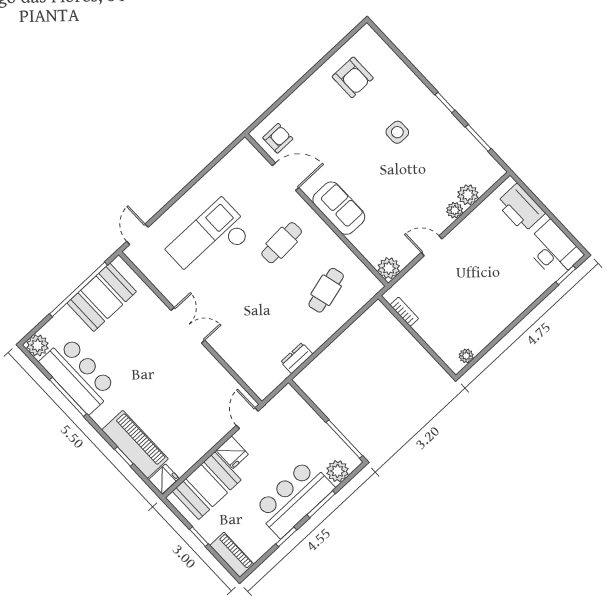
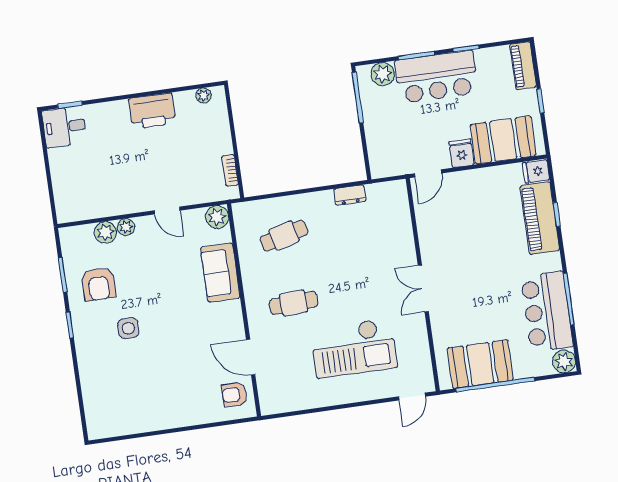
armchair: (353, 77) -> (99, 284), moved, turned 180
sofa: (339, 208) -> (220, 273), moved
printer: (521, 208) -> (152, 111), moved, turned 90
desk: (553, 250) -> (64, 127), width x0.73

